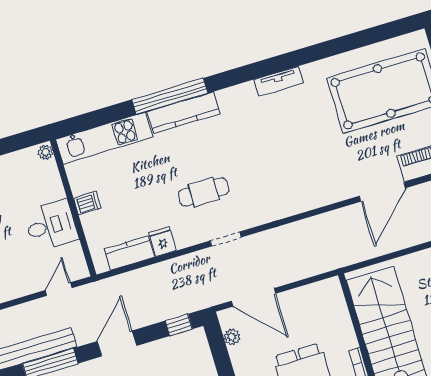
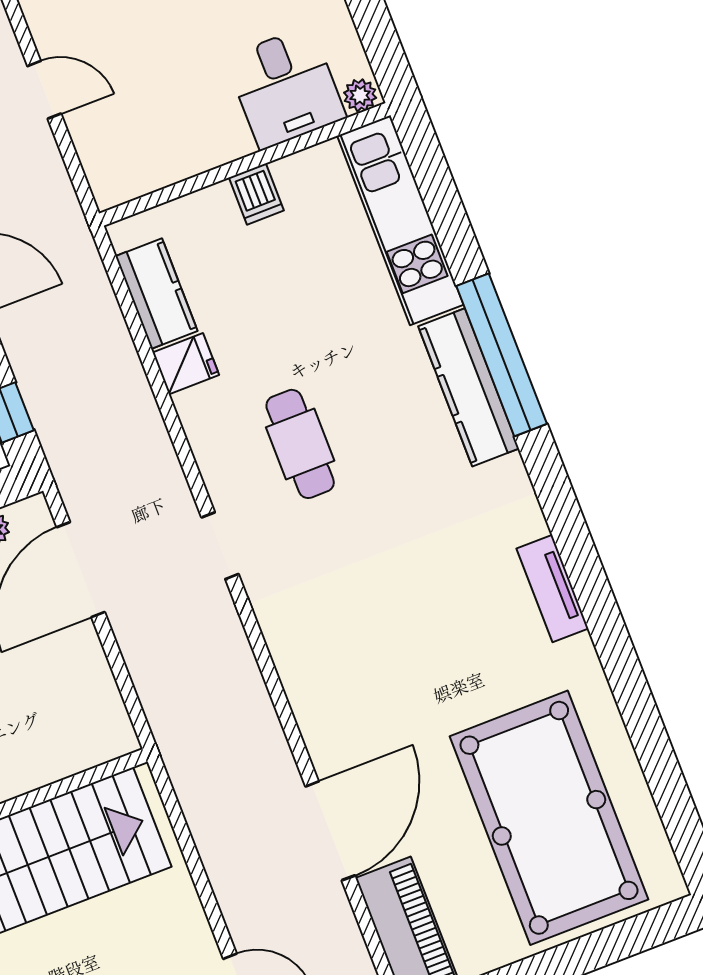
door: (382, 192) -> (330, 831), swing flipped
desk: (51, 226) -> (286, 88), moved
doorway: (226, 239) -> (220, 546), moved
door: (58, 289) -> (44, 90), moved

